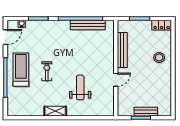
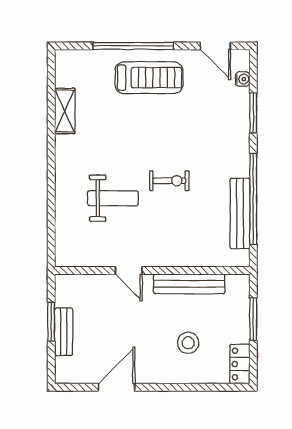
stool: (159, 57) -> (188, 343), moved
exercise bike: (47, 71) -> (169, 181), moved
door: (173, 86) -> (117, 387), added
shelving: (55, 111) -> (65, 111), moved

